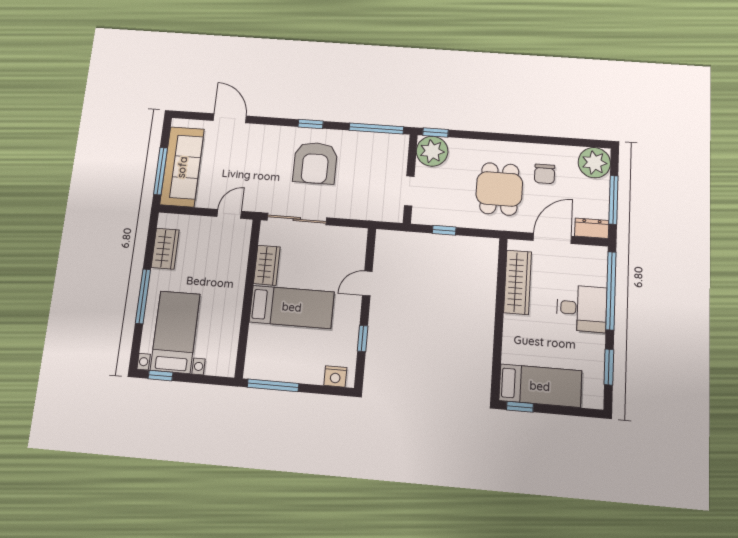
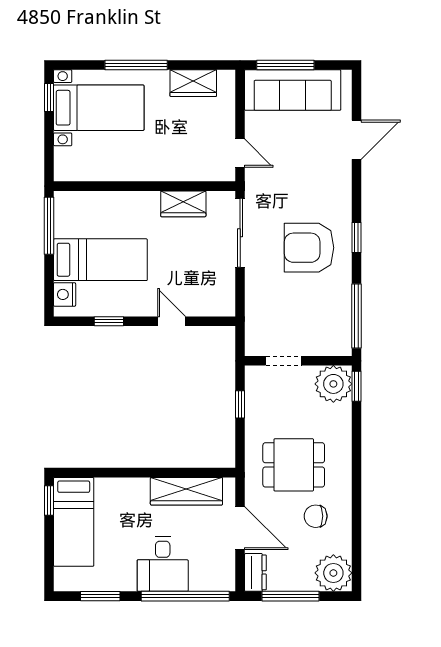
bed: (292, 307) -> (100, 260), moved, turned -90

